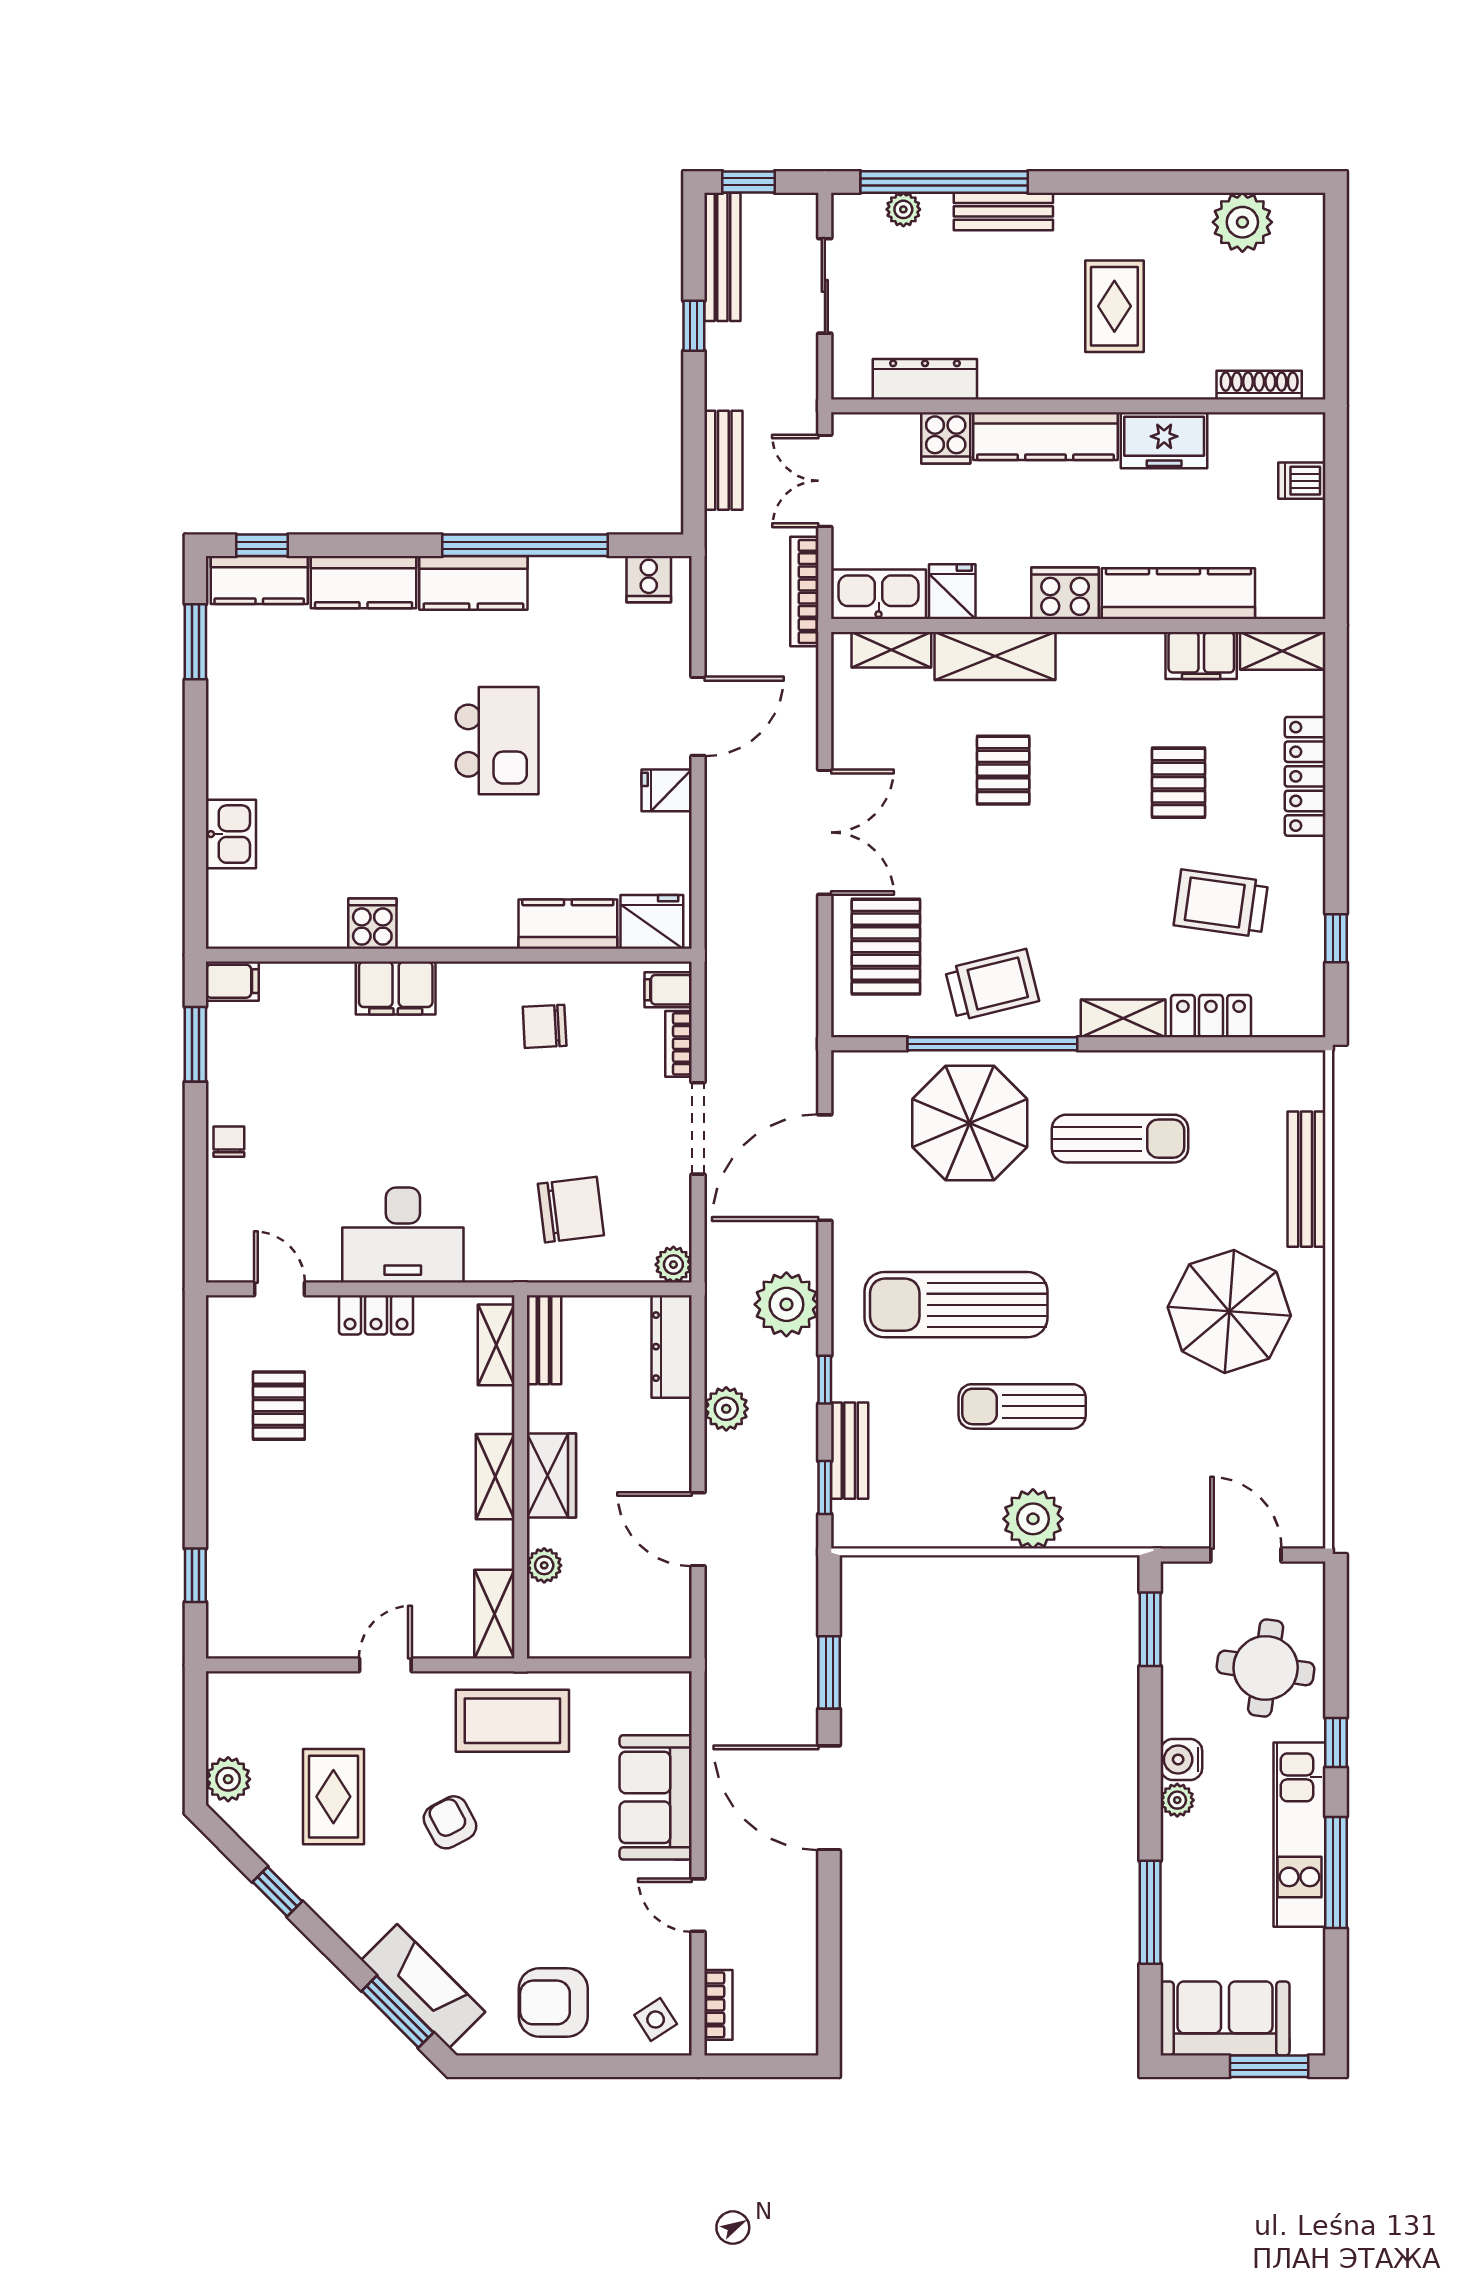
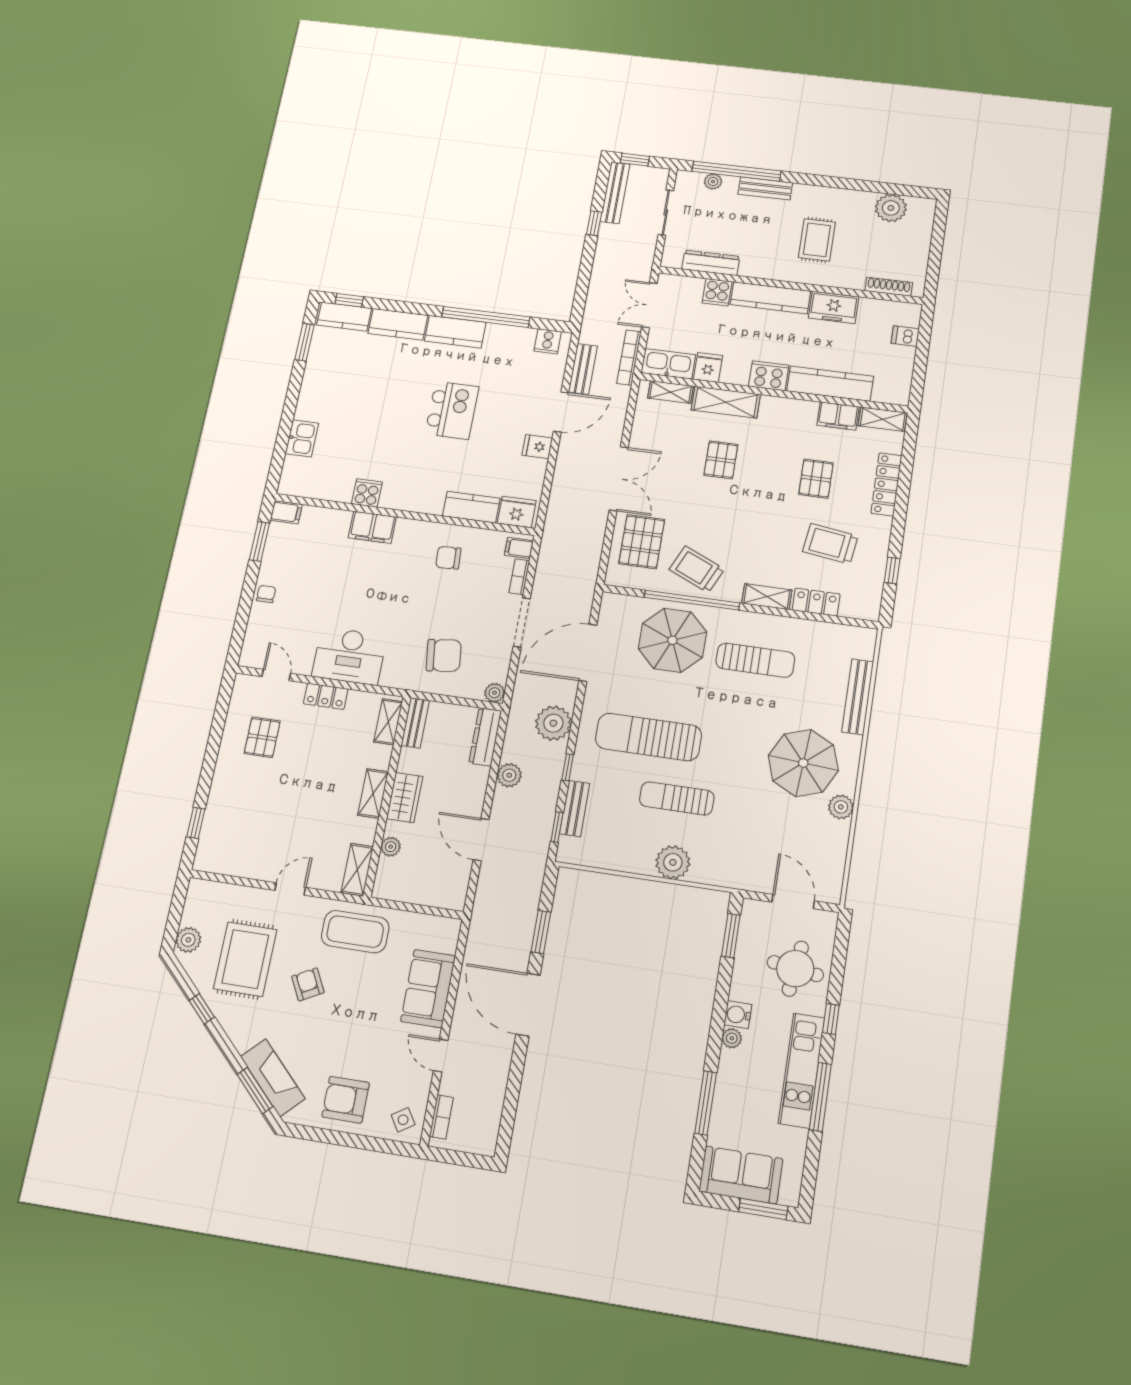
bench: (723, 460) -> (583, 369), moved
trolley: (992, 985) -> (697, 569), turned -142
plant: (1304, 1379) -> (841, 807), added
rug: (333, 1797) -> (245, 959), width x1.36, depth x1.43

